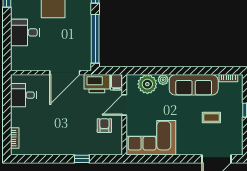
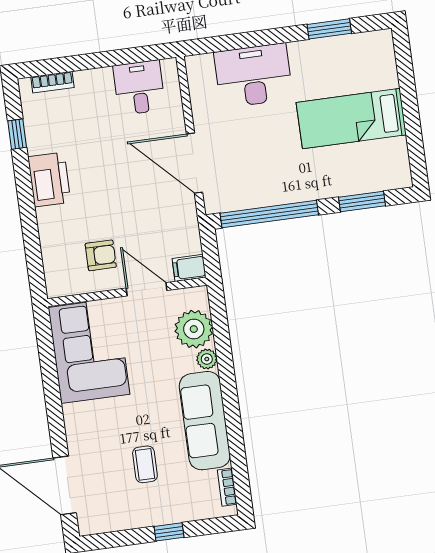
desk: (25, 32) -> (253, 75), width x1.37
printer: (97, 84) -> (49, 180), moved, turned 180
window: (82, 159) -> (17, 134), moved

